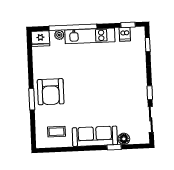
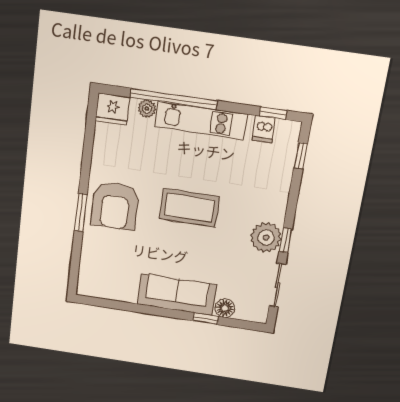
plant: (139, 93) -> (266, 237), added
coffee table: (56, 132) -> (189, 208), moved, width x1.86, depth x1.72

